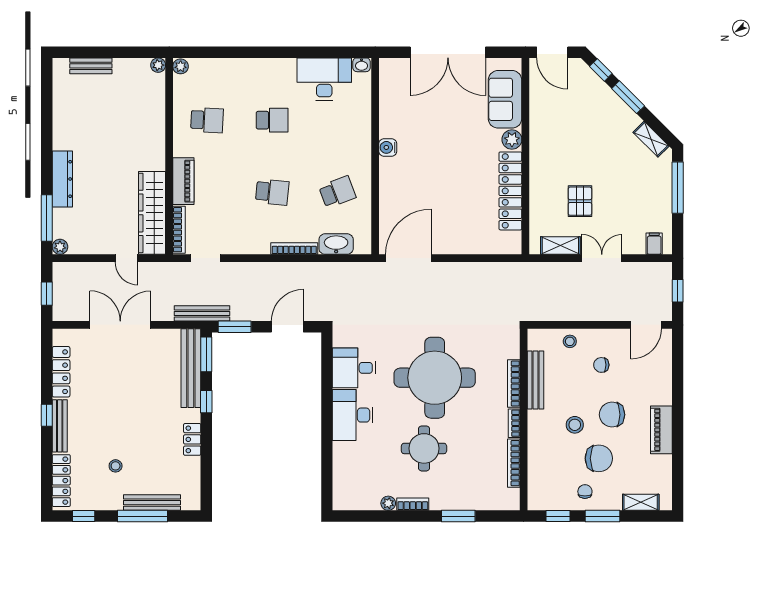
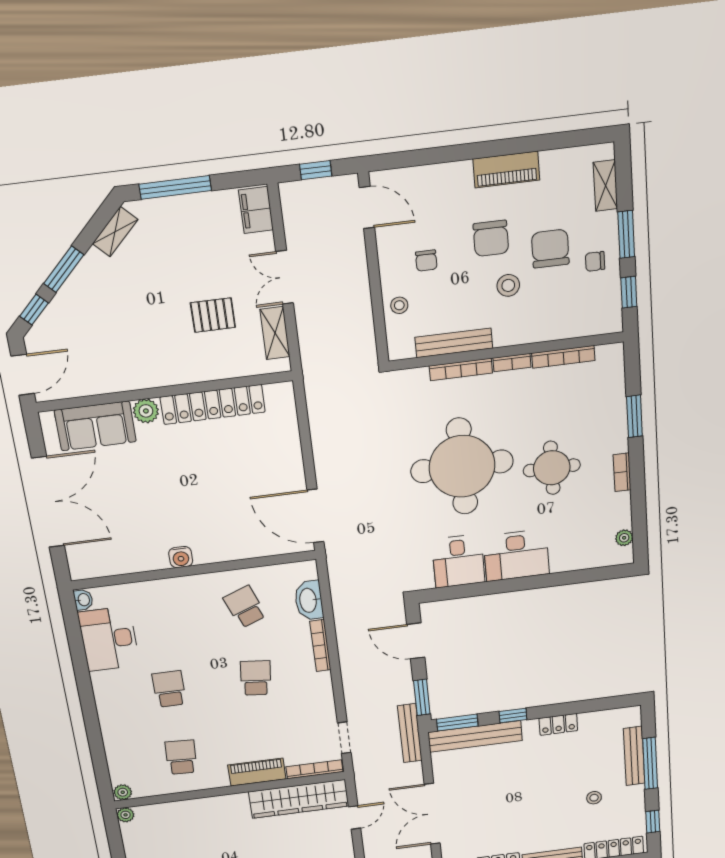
filing cabinet: (654, 244) -> (256, 210), width x2.00
plant: (388, 503) -> (624, 538), moved

